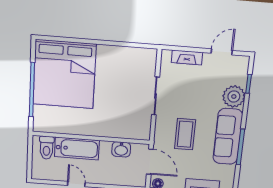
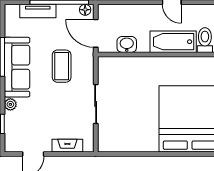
plant: (234, 96) -> (10, 104), width x0.53, depth x0.53

